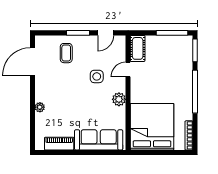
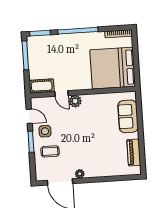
side table: (97, 76) -> (45, 131), moved
plant: (119, 99) -> (75, 101), moved
plant: (40, 107) -> (80, 174), moved
sofa: (99, 140) -> (128, 116), width x0.73

